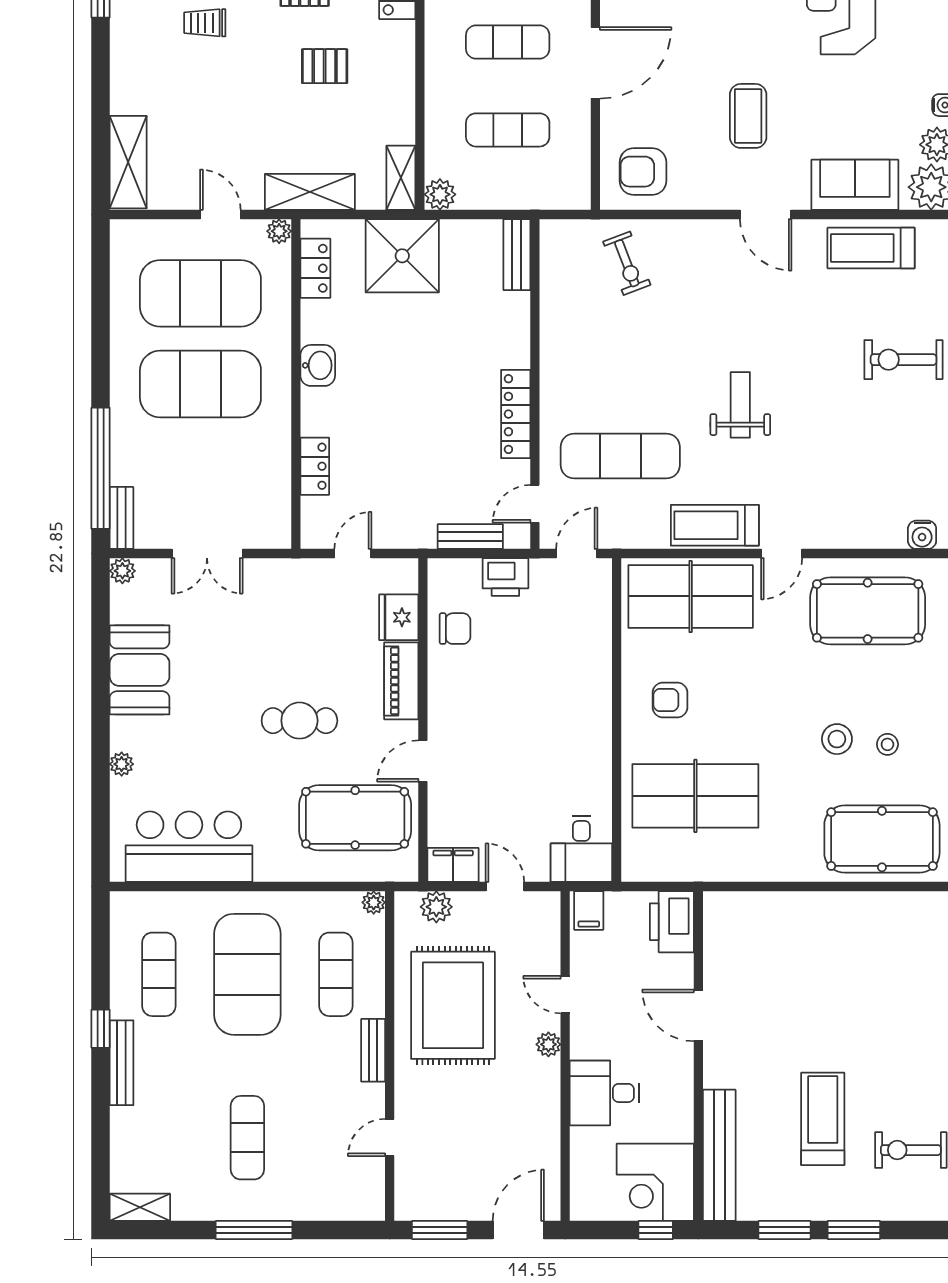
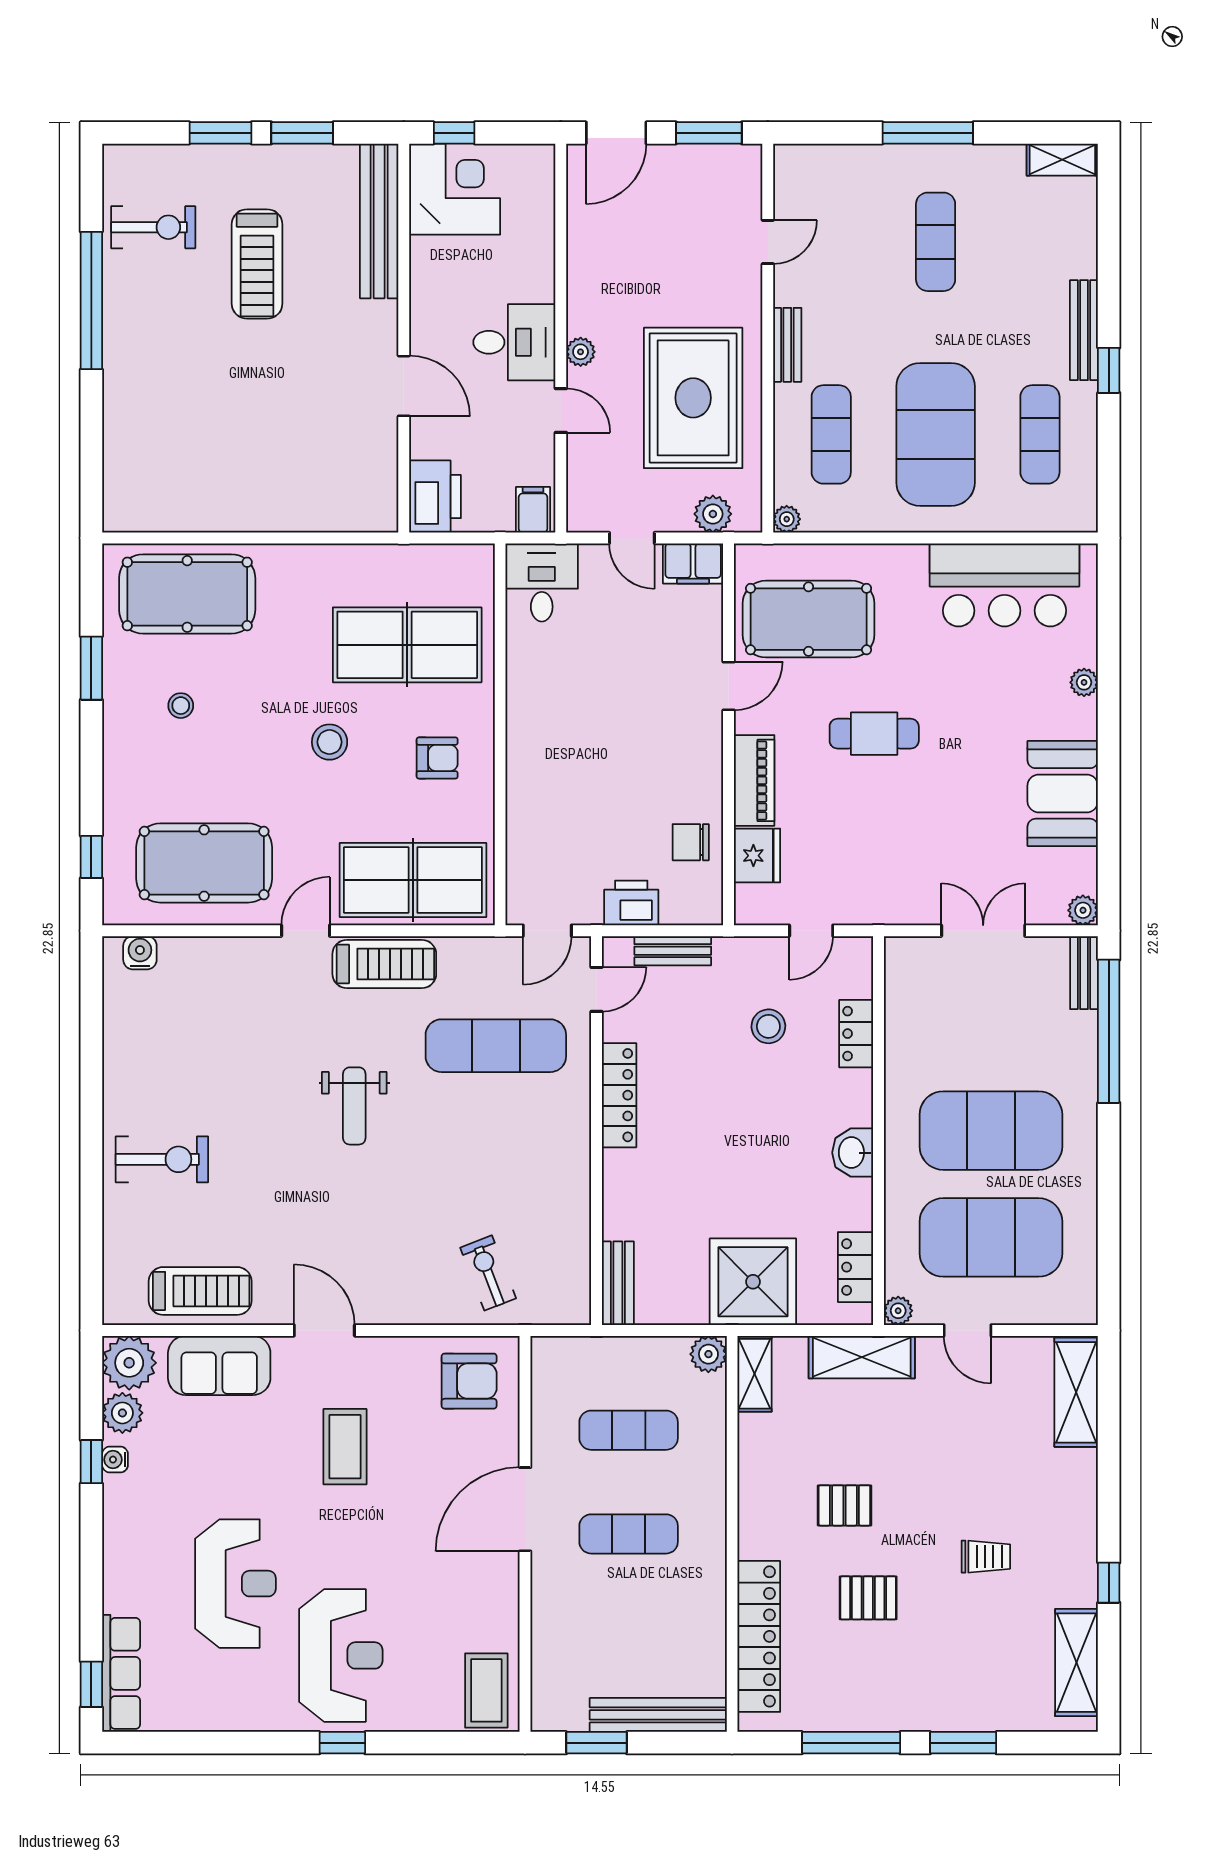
stool: (389, 472) -> (768, 1026), added
stool: (837, 739) -> (330, 742), moved
desk: (605, 1093) -> (514, 342), moved

